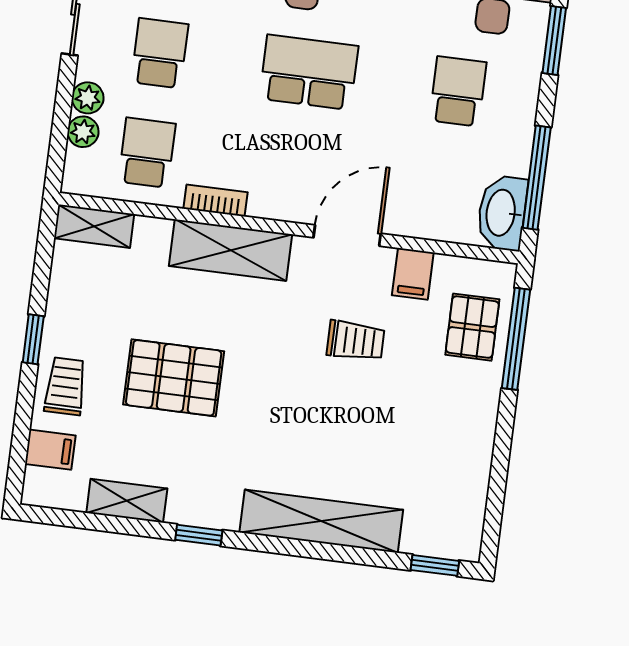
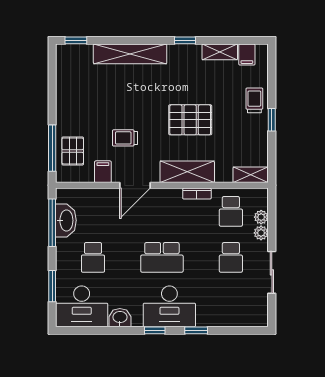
washbasin: (502, 213) -> (66, 220), moved
pallet: (174, 378) -> (190, 120), moved
trolley: (65, 386) -> (254, 100), turned 180
filing cabinet: (50, 450) -> (247, 55), moved, turned -90

